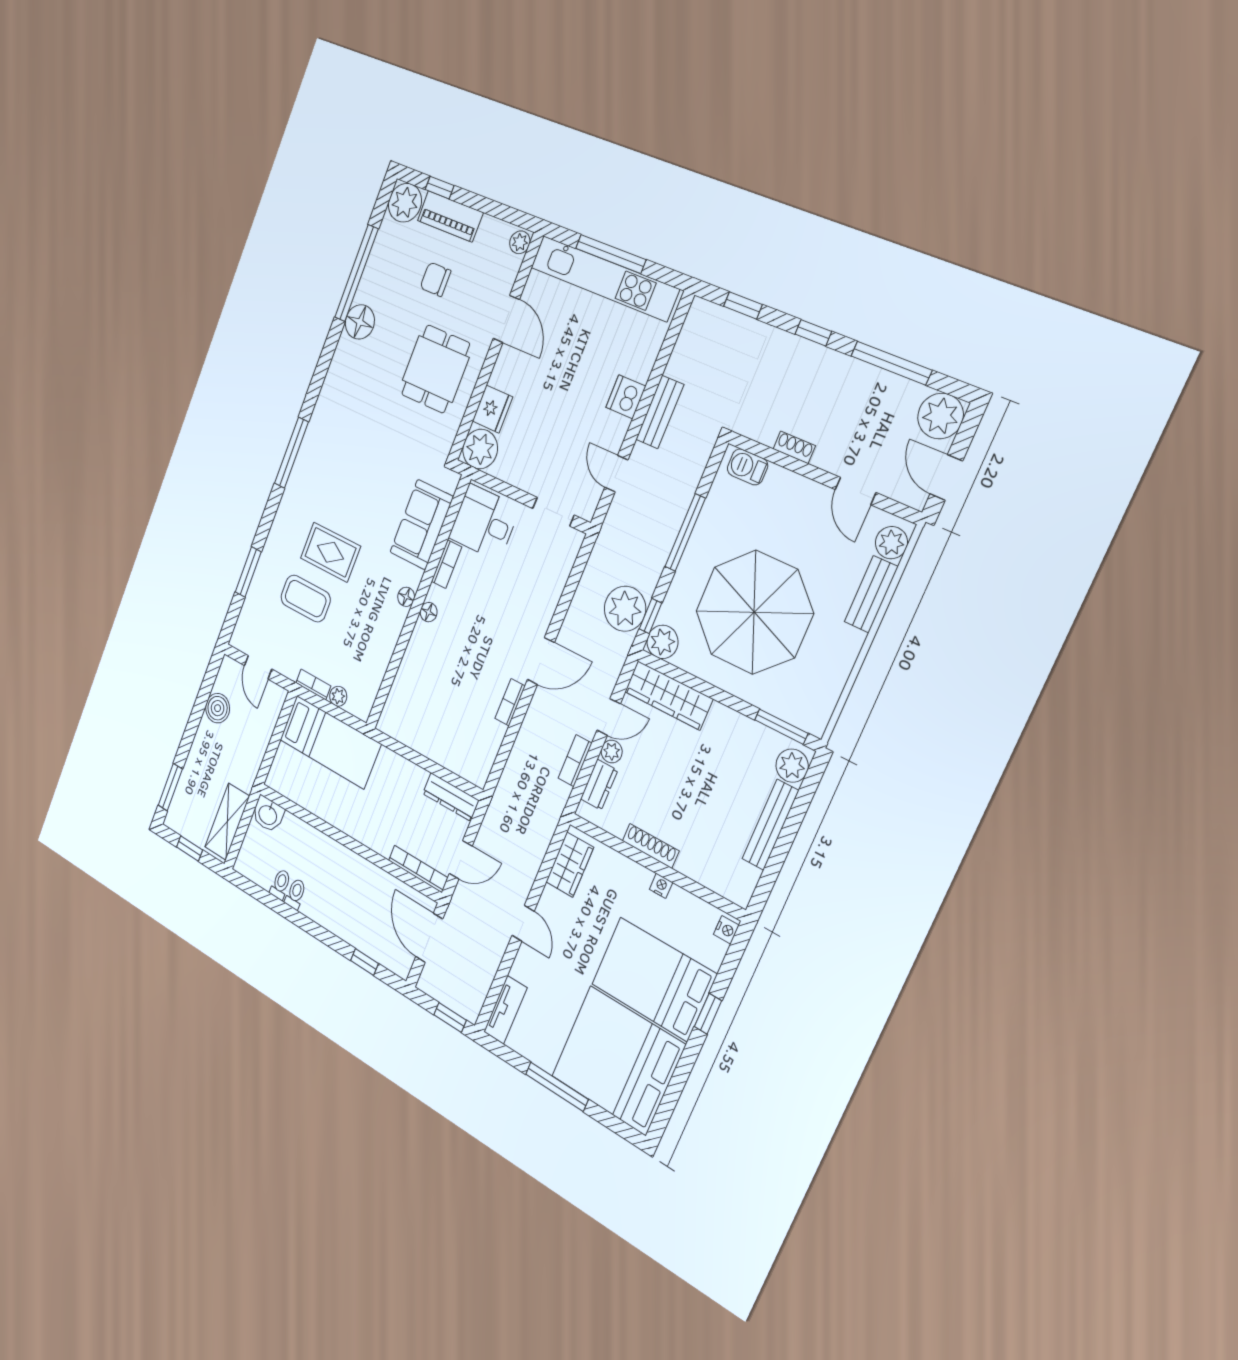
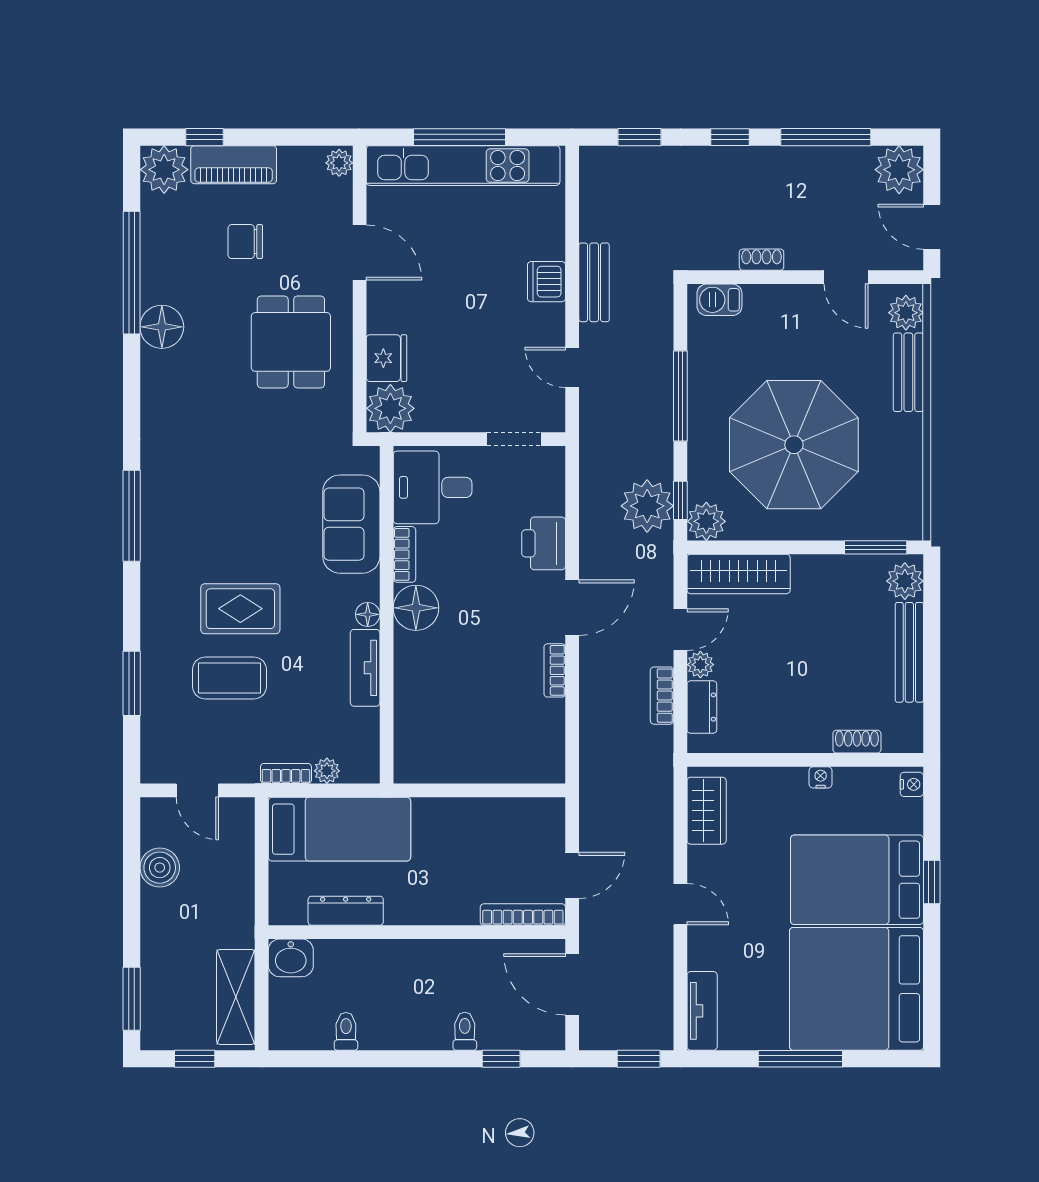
printer: (541, 602) -> (544, 543), added
floor lamp: (429, 612) -> (416, 608), width x1.89, depth x1.89
tv unit: (390, 635) -> (365, 668), added
dresser: (451, 797) -> (346, 911), moved, turned 180
shoe rack: (651, 846) -> (857, 742), moved, width x0.70
toilet: (295, 894) -> (465, 1031), moved

